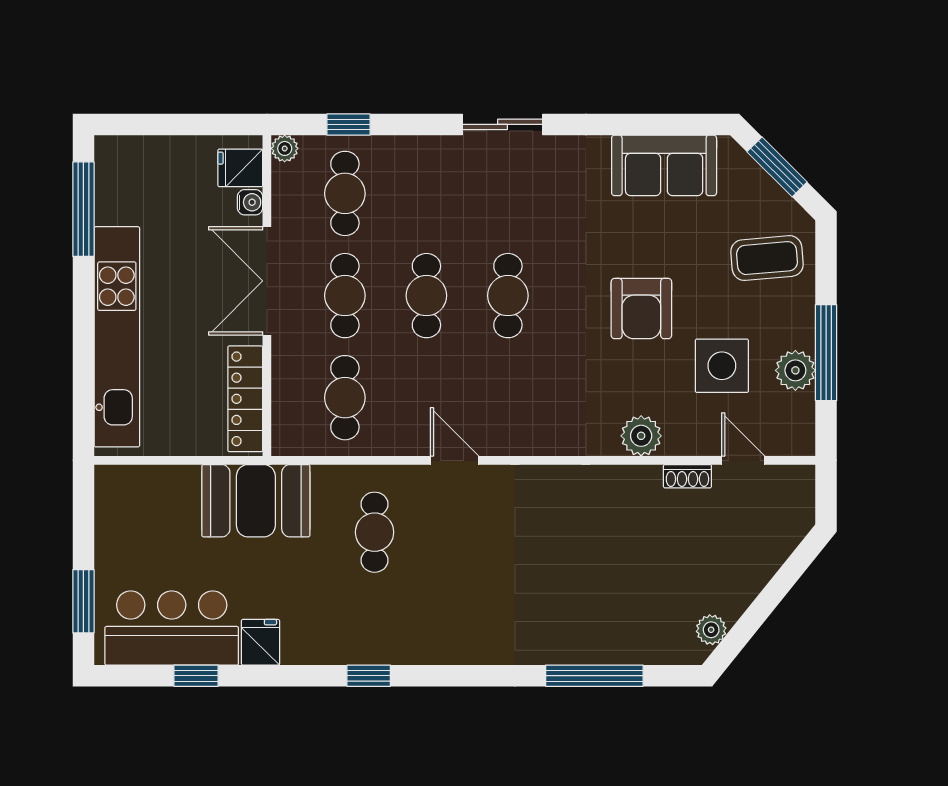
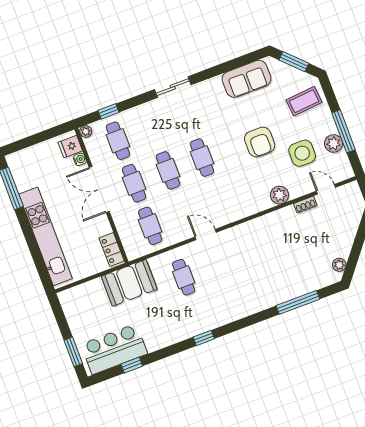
locker: (245, 399) -> (112, 250), width x0.66
fridge: (260, 642) -> (153, 341), removed

